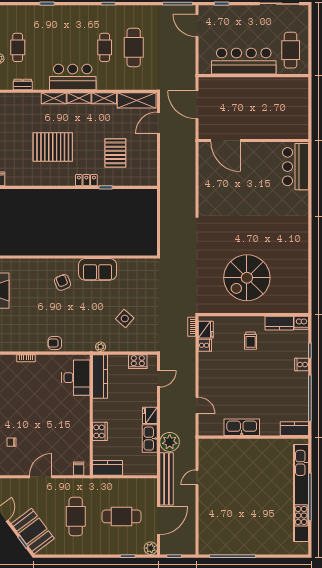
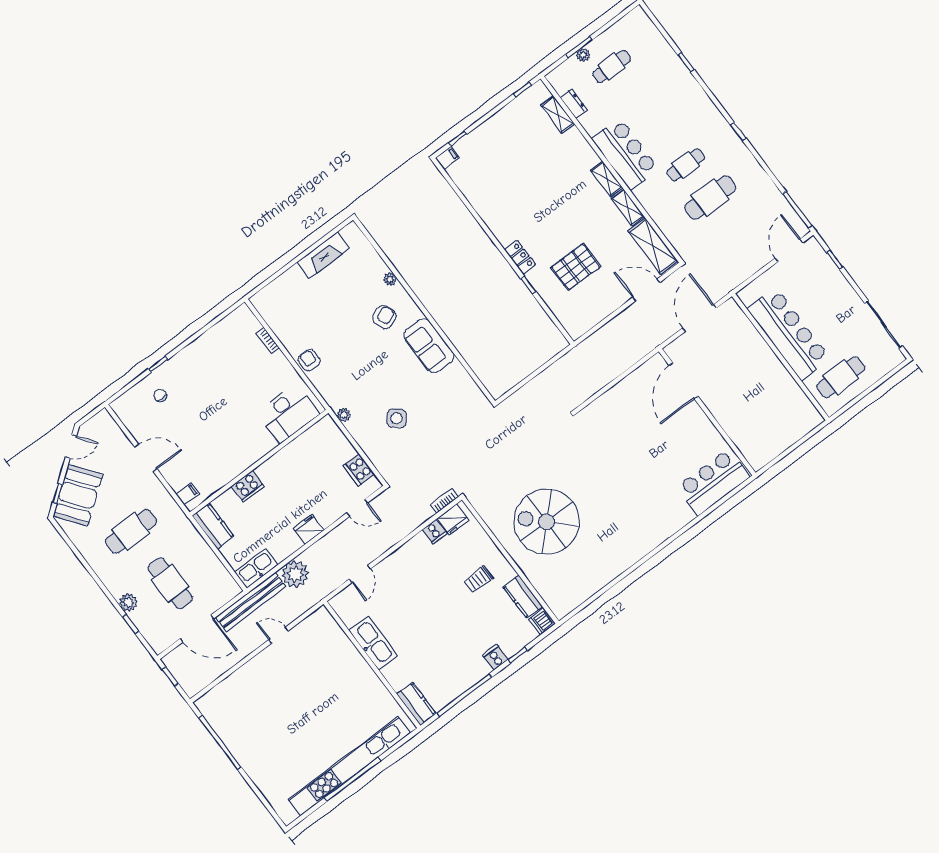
shelving: (54, 98) -> (558, 114), moved
pallet: (53, 147) -> (529, 191), removed
plant: (44, 263) -> (390, 279), added
kitchen counter: (100, 376) -> (310, 440), removed
kitchen sink: (150, 439) -> (256, 568), moved
plant: (151, 548) -> (128, 602), moved

